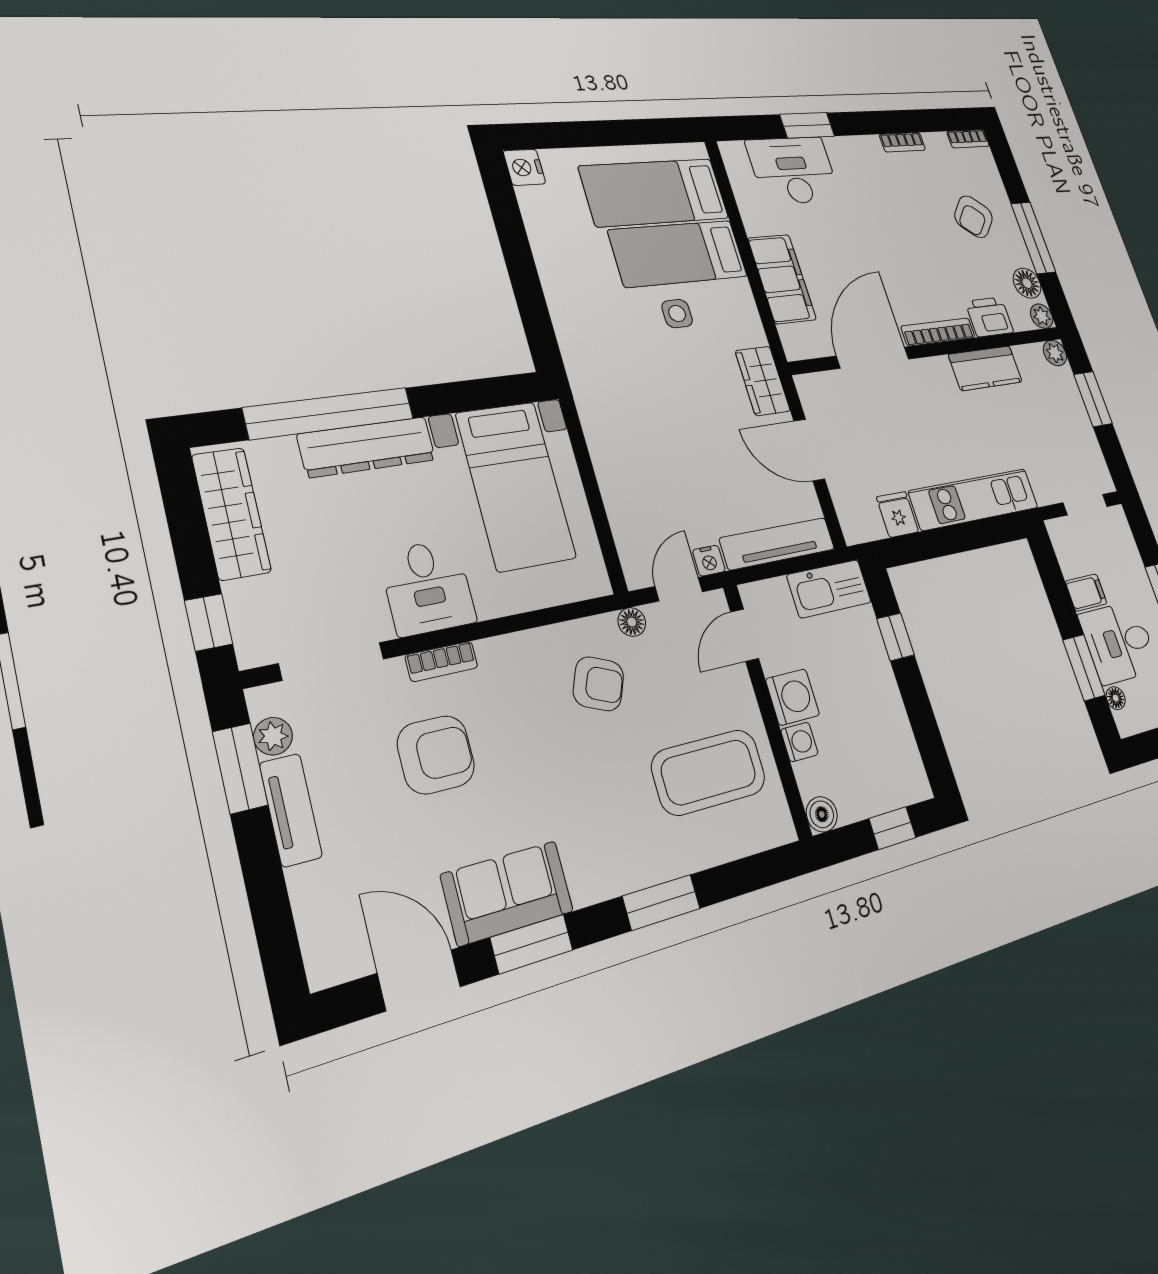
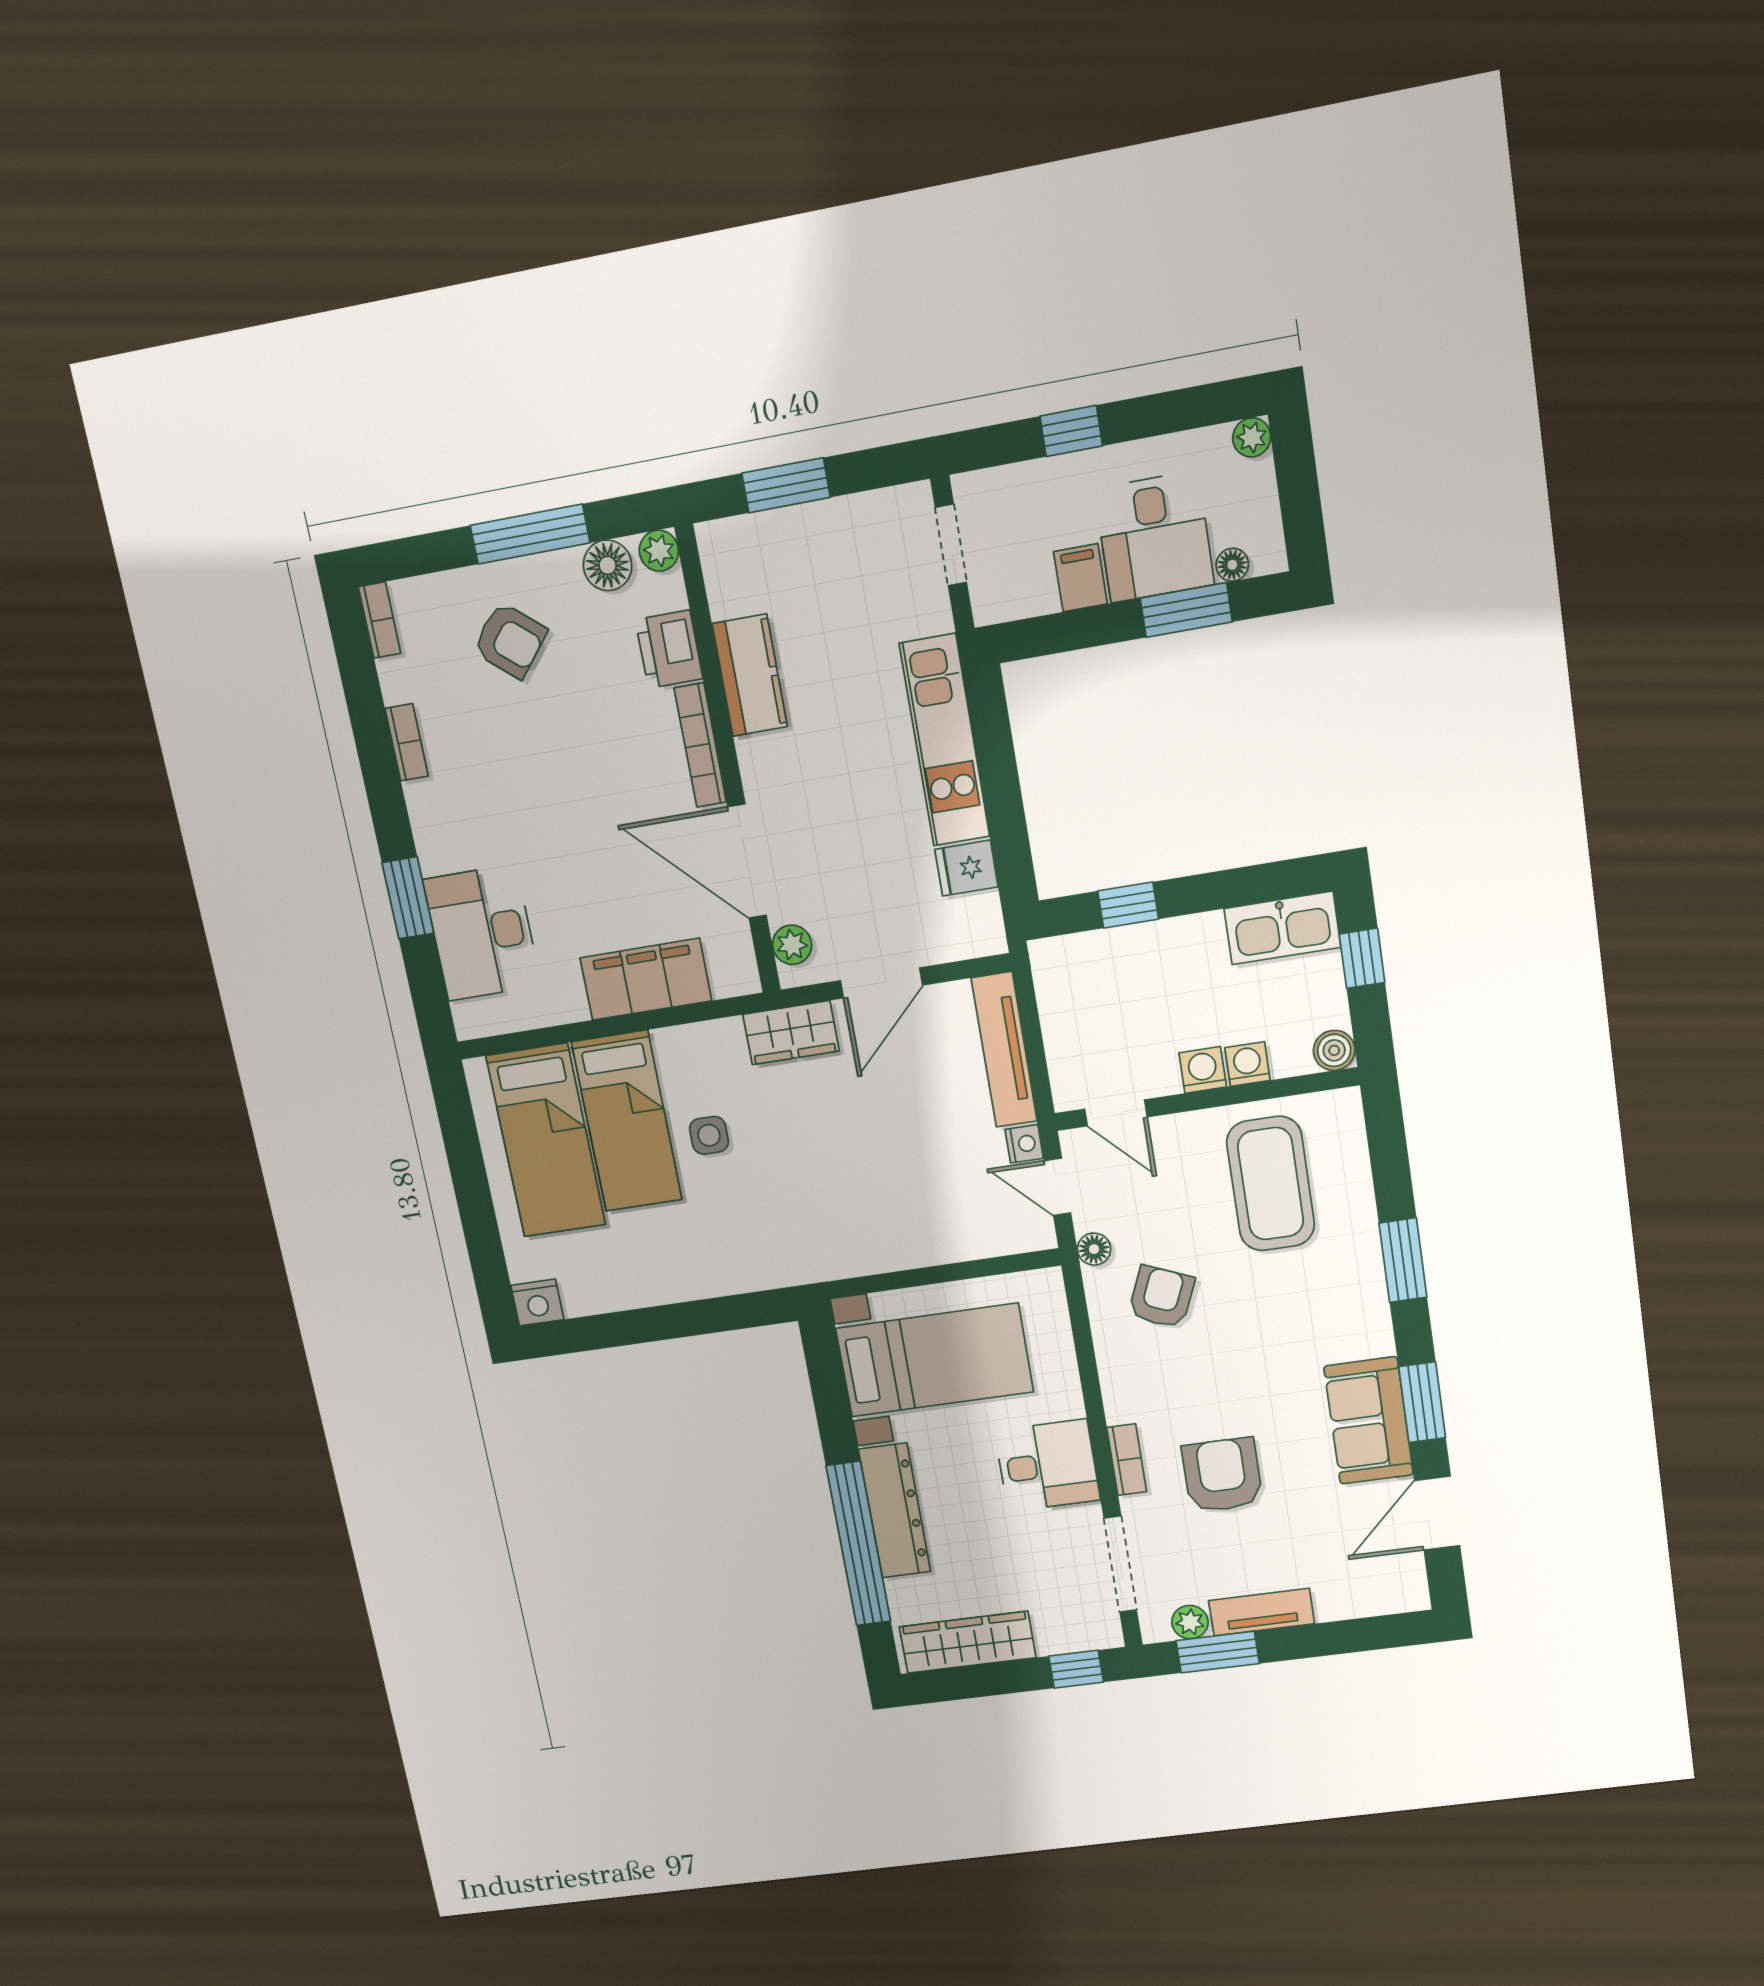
plant: (1055, 353) -> (792, 945), moved
kitchen sink: (829, 589) -> (1282, 928), moved, turned 90
washing machine: (793, 697) -> (1203, 1070), width x0.73, depth x0.73

